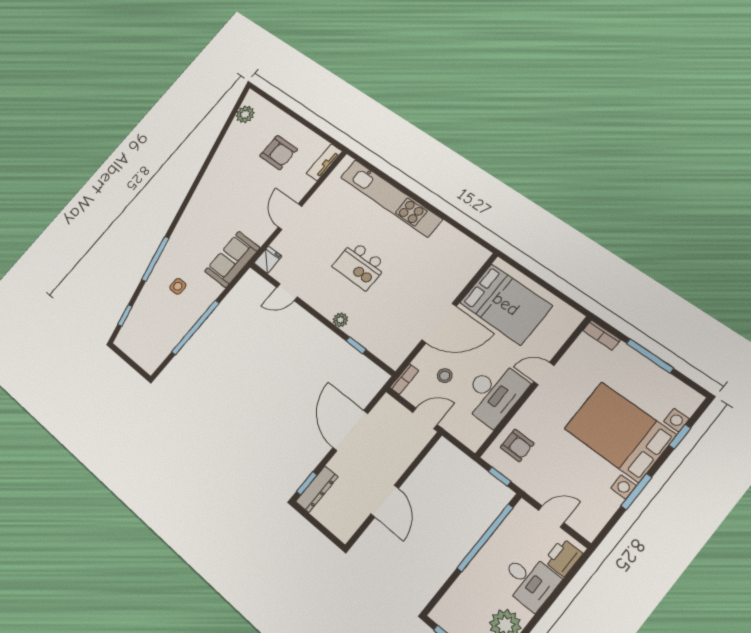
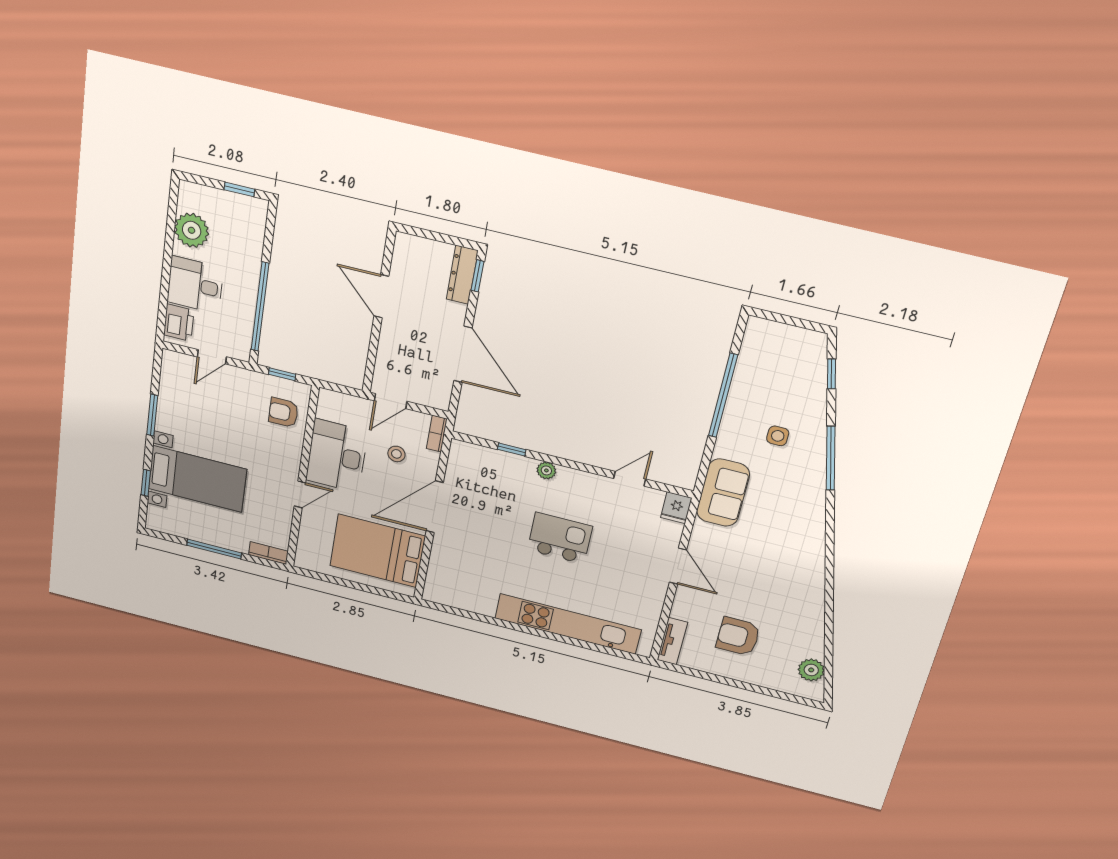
bed with nightstands: (620, 432) -> (197, 479), width x0.73

